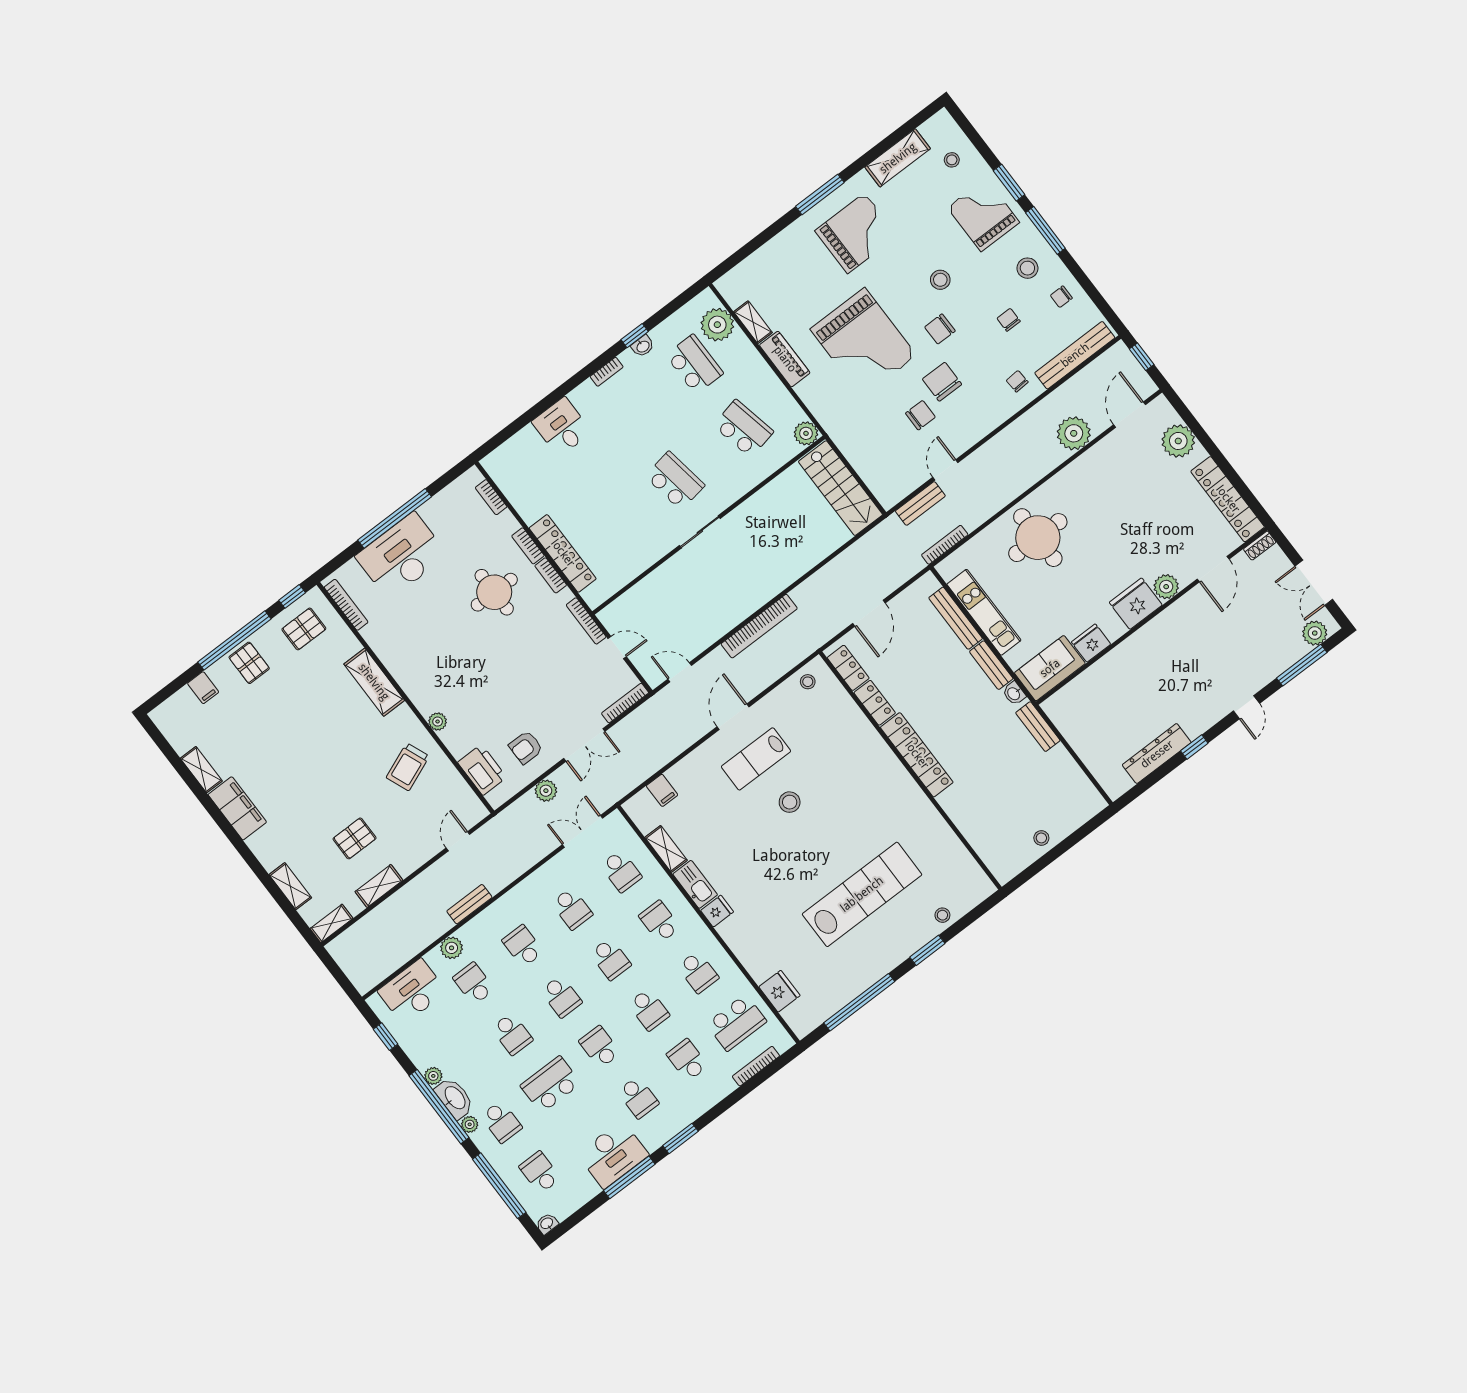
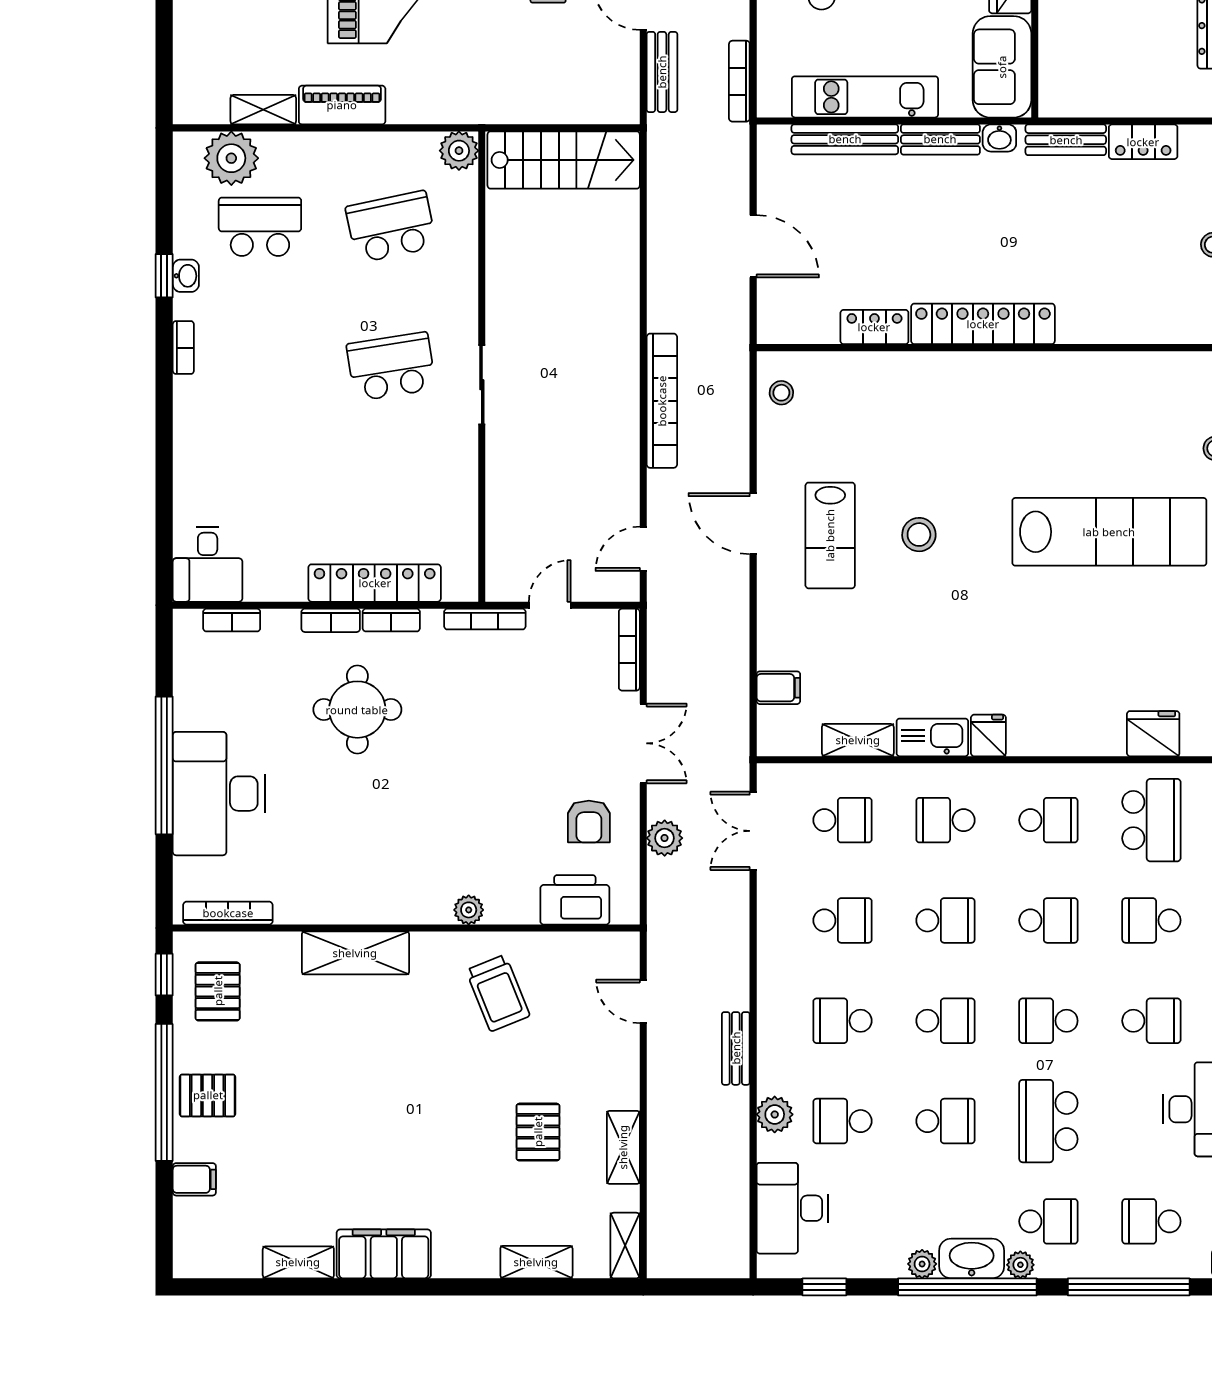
desk: (562, 427) -> (208, 564), moved, turned -90
locker: (848, 668) -> (1143, 142), moved, turned 180
lab bench: (862, 894) -> (1109, 532), turned 90

